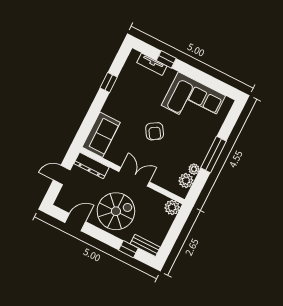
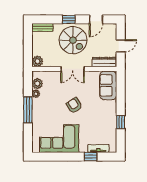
spiral stairs: (116, 211) -> (73, 40), turned -90
window: (128, 249) -> (69, 19), moved

